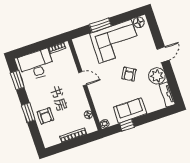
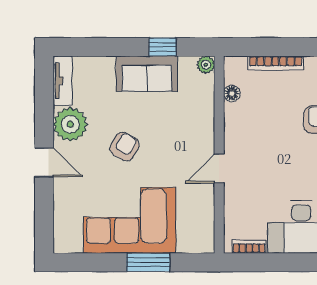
floor lamp: (139, 22) -> (71, 242), removed
door: (163, 55) -> (44, 162), swing flipped
door: (83, 79) -> (219, 169), hinge flipped

